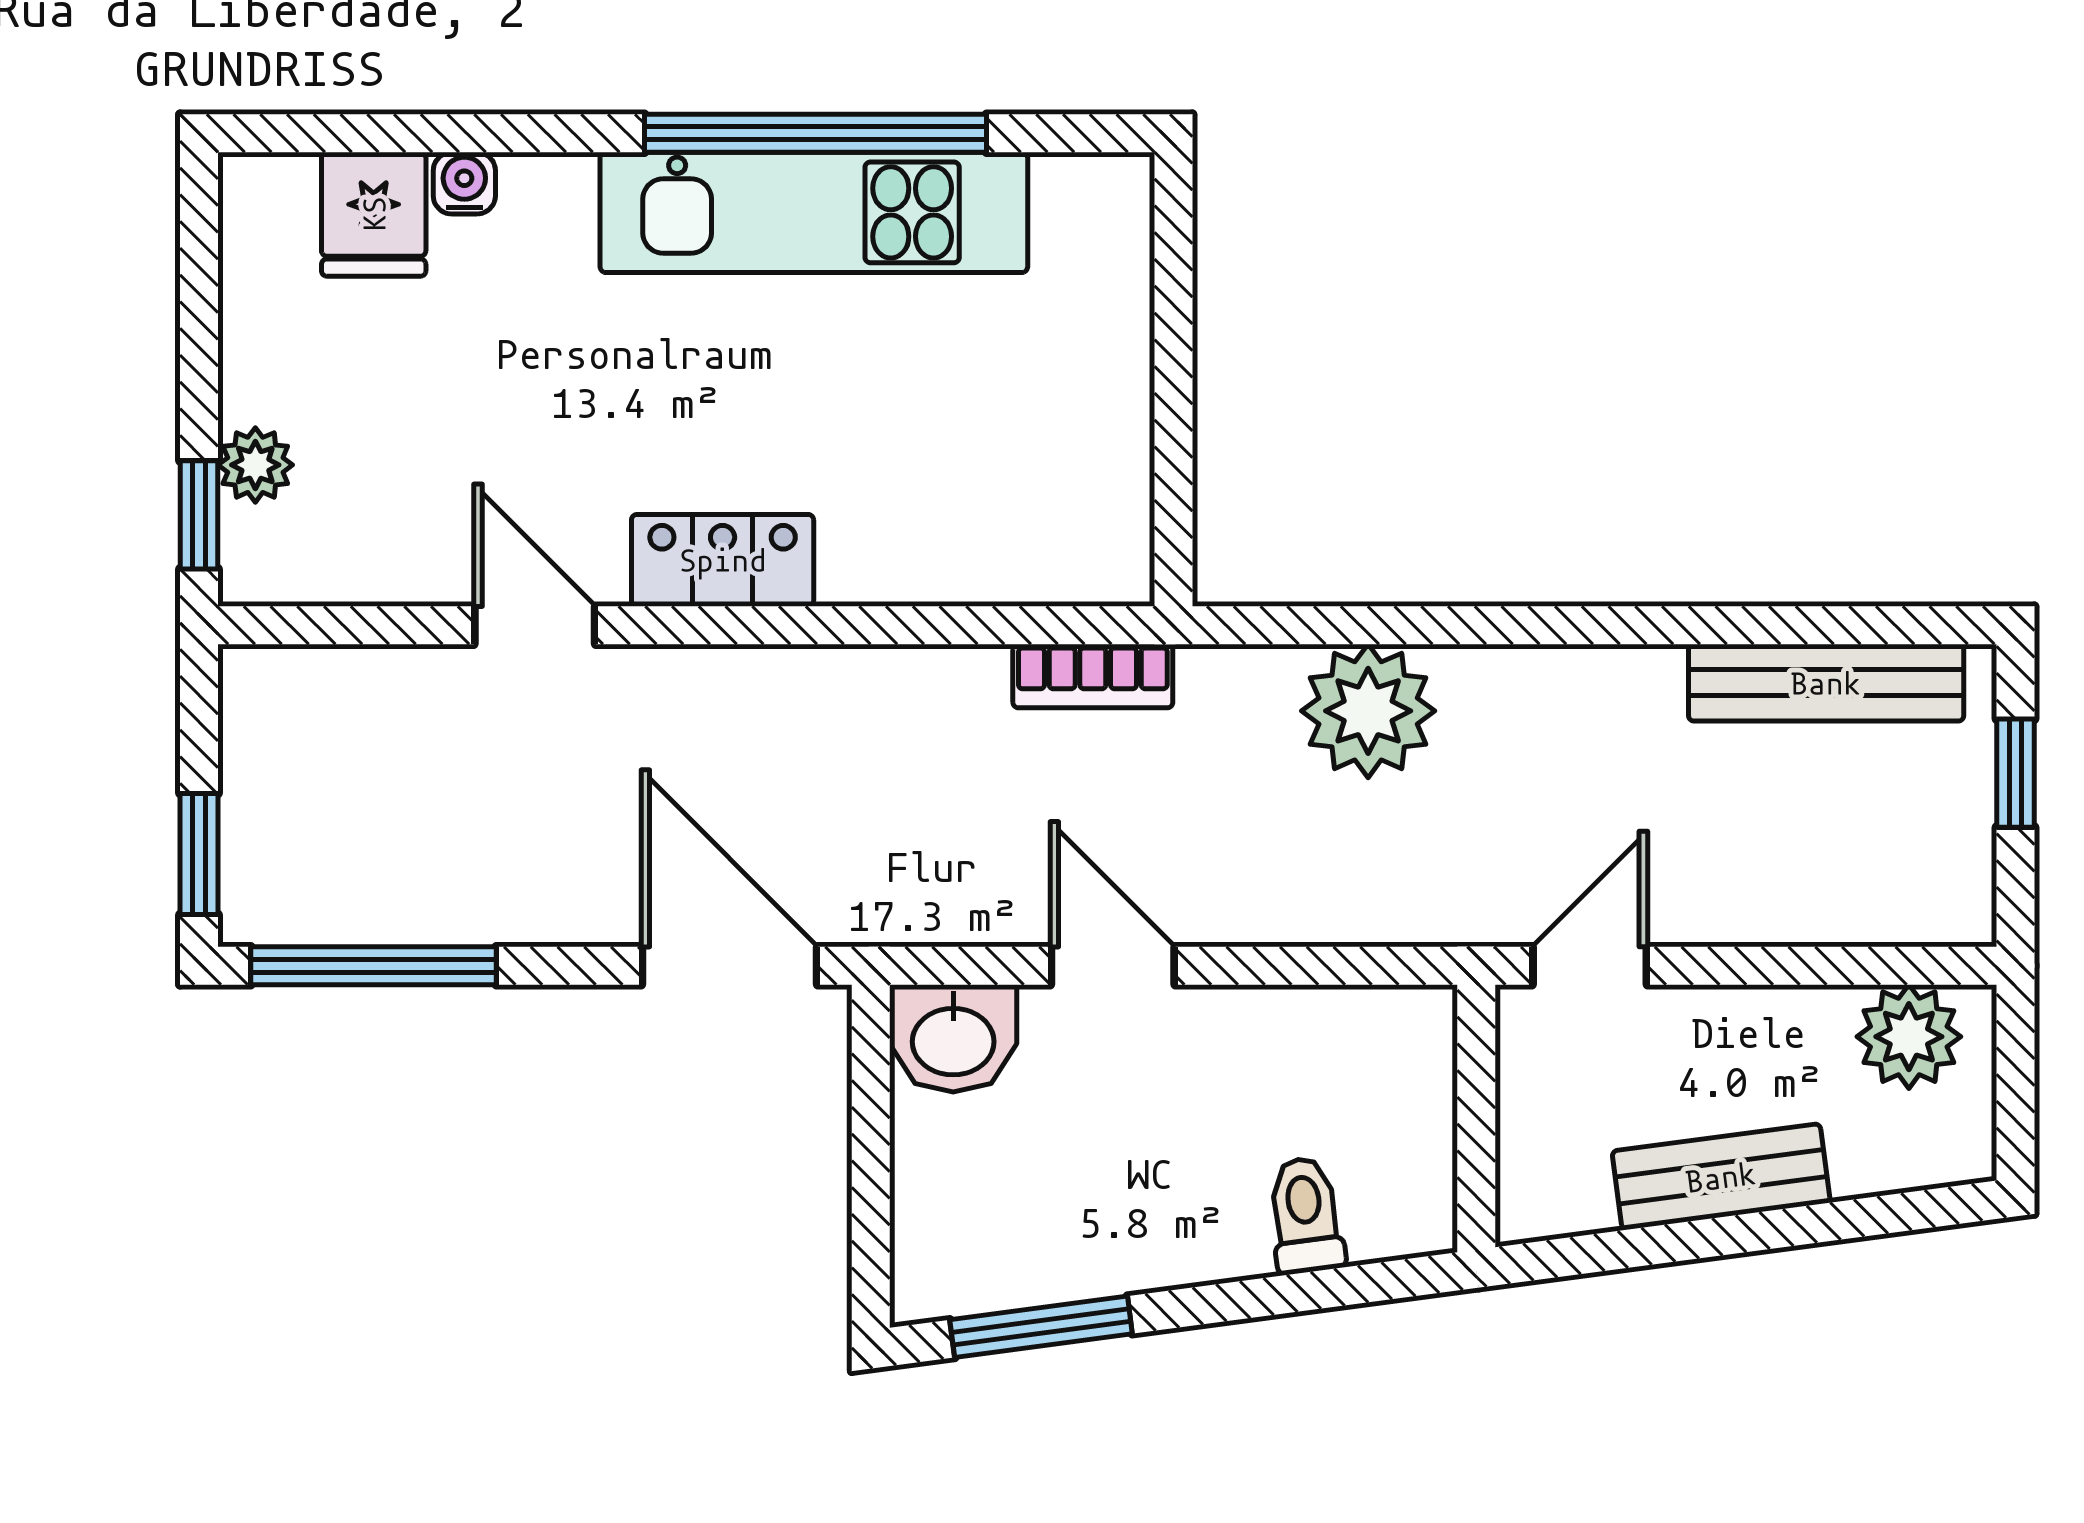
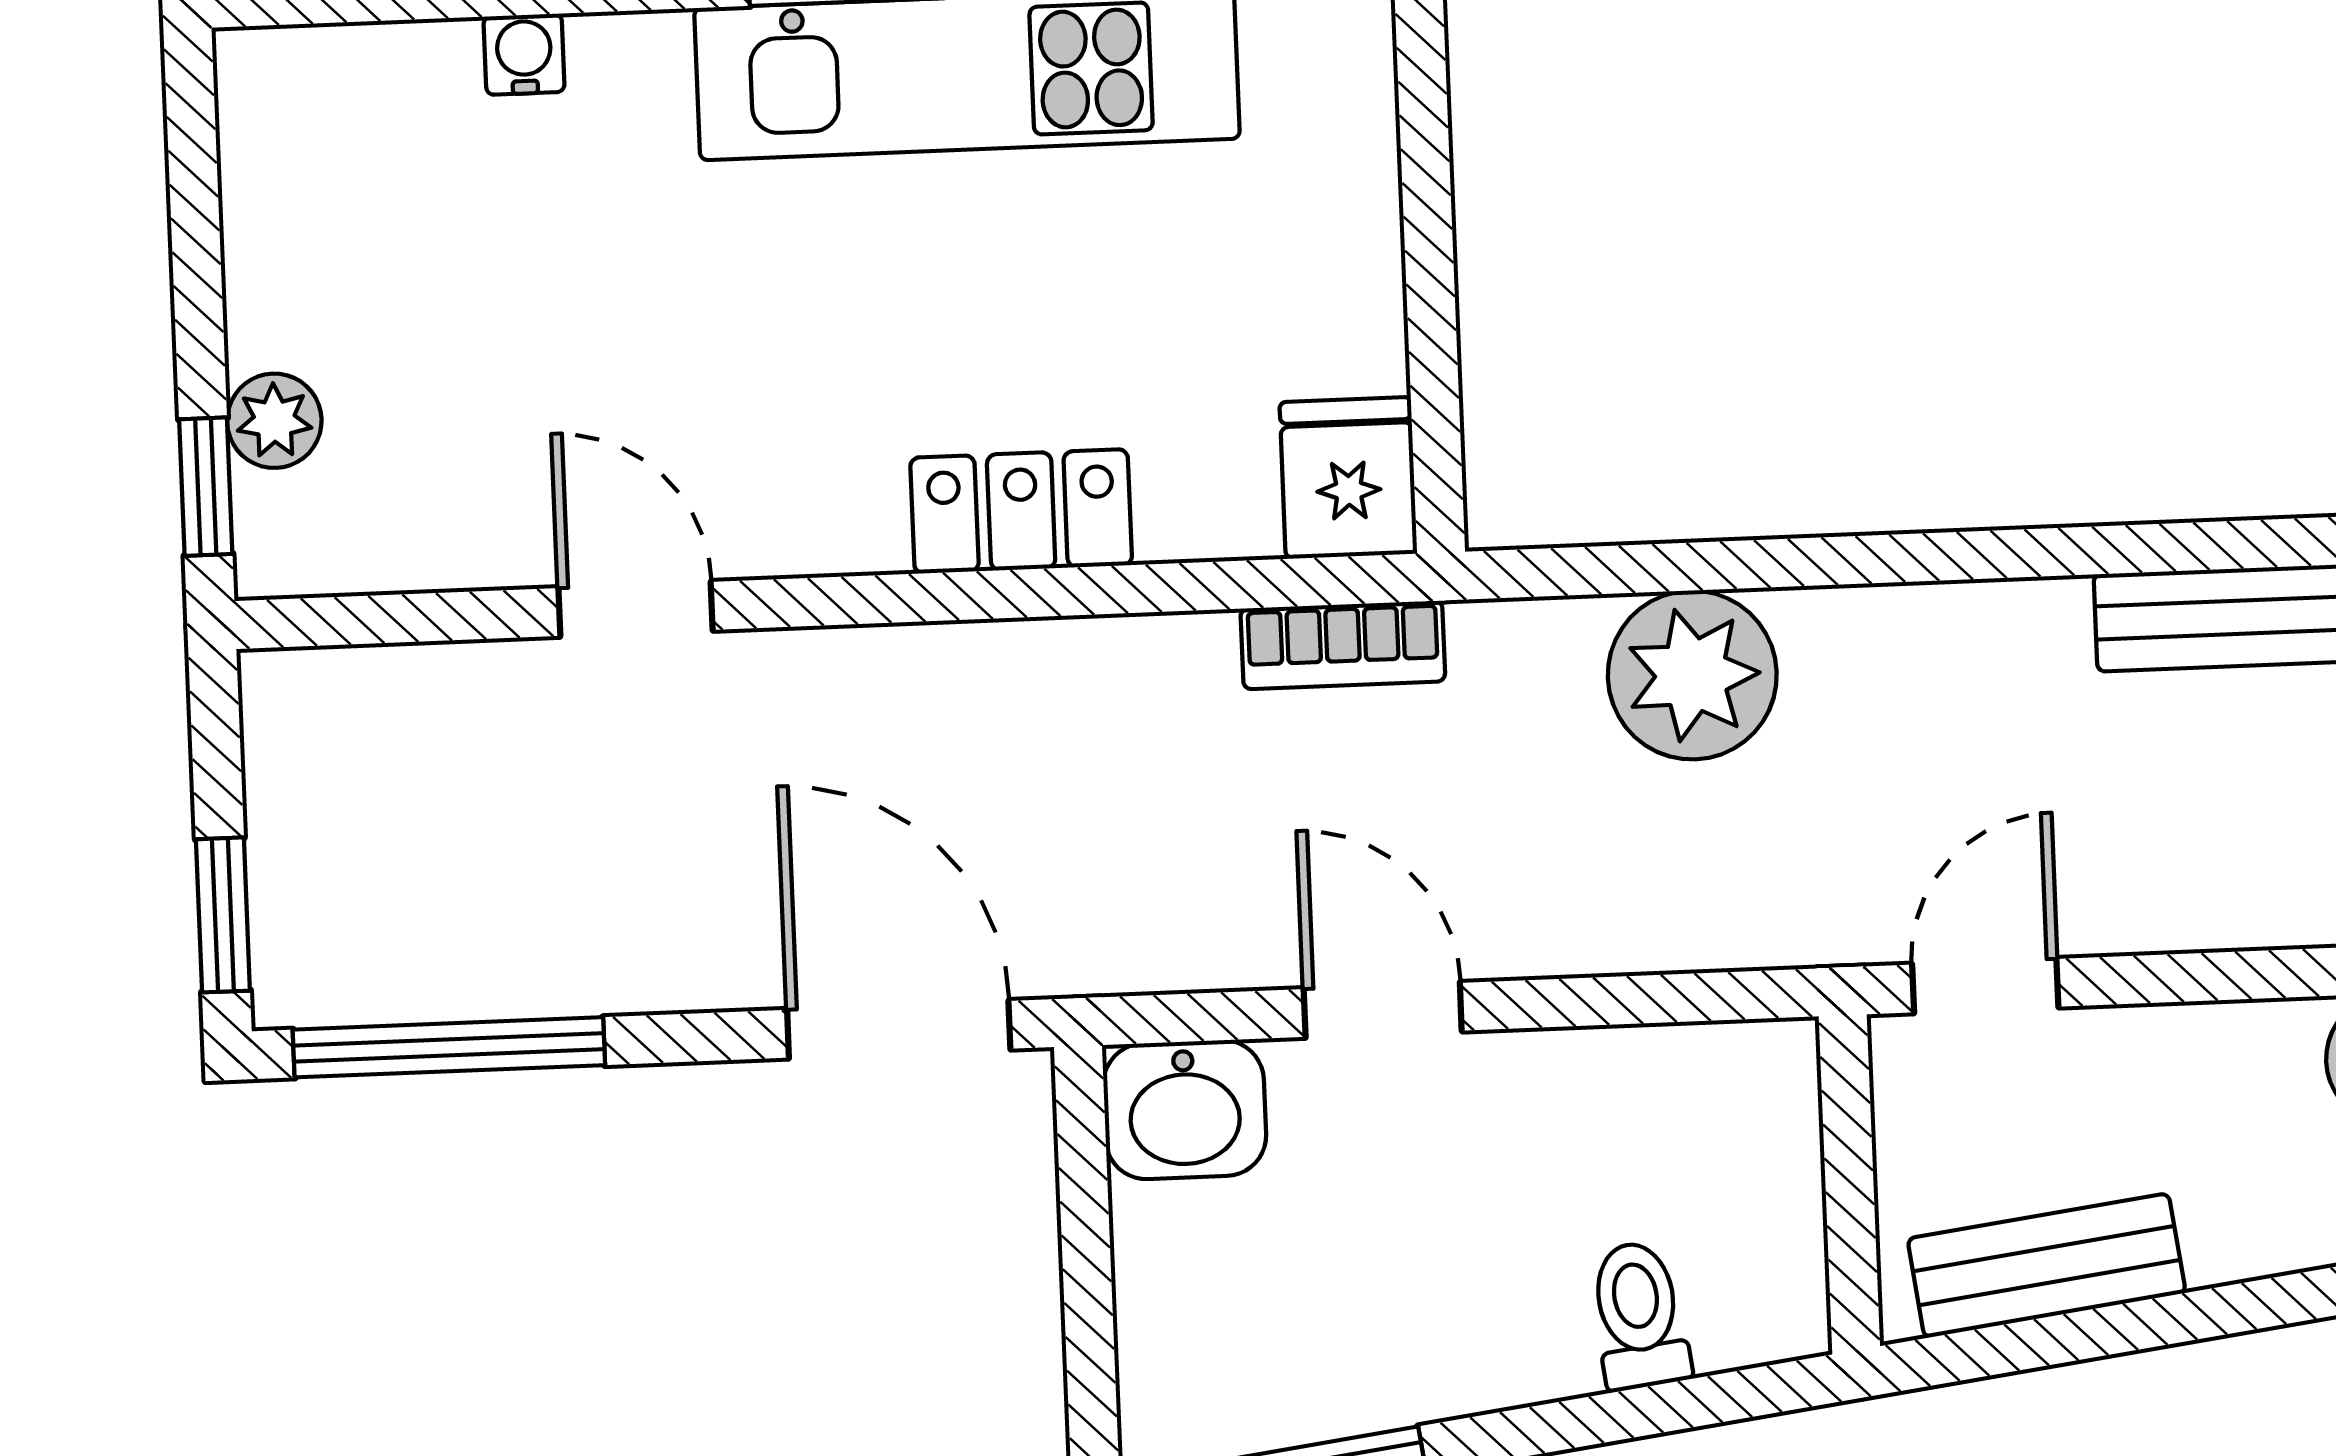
fridge: (374, 214) -> (1348, 478), moved, turned 180
locker: (723, 560) -> (1021, 511), moved
bench: (1721, 1177) -> (2047, 1266), moved

